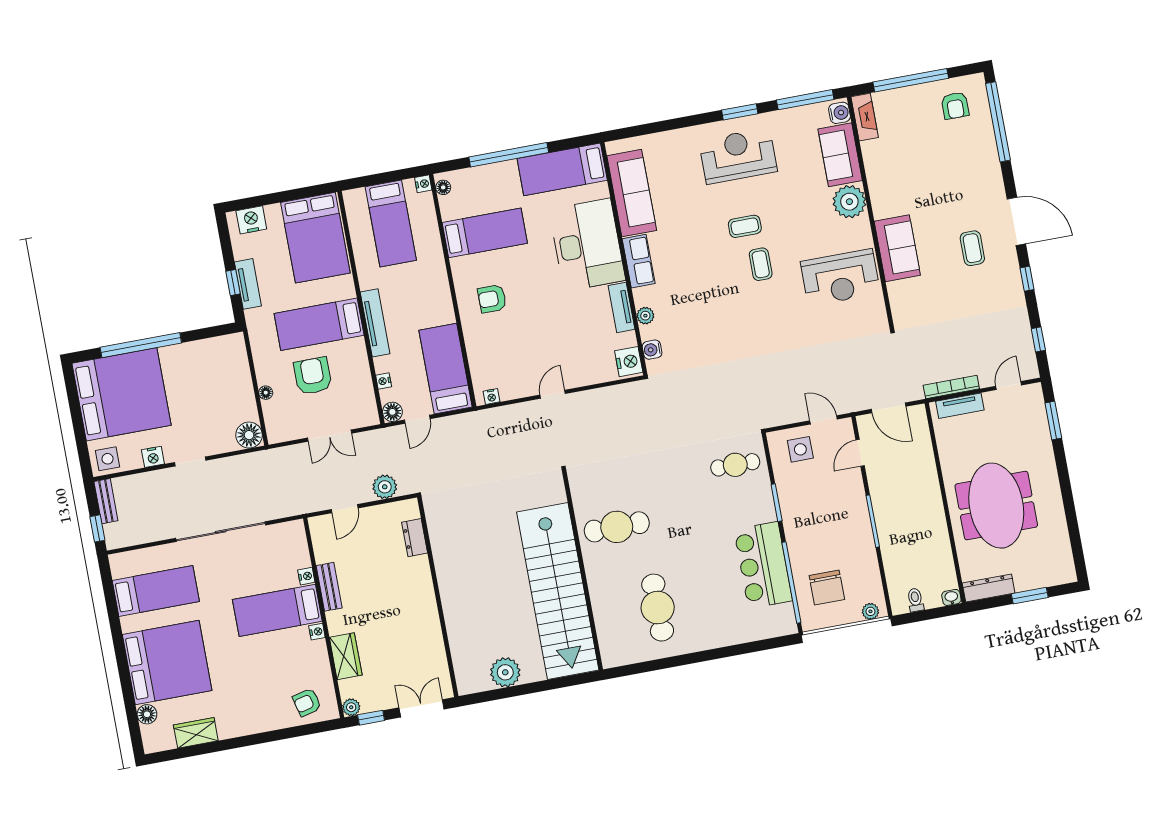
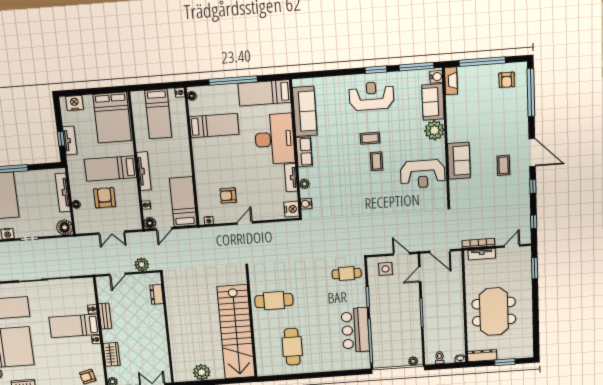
armchair: (492, 299) -> (228, 196), moved
tv unit: (242, 374) -> (63, 192), added
chair: (827, 587) -> (390, 346), removed

